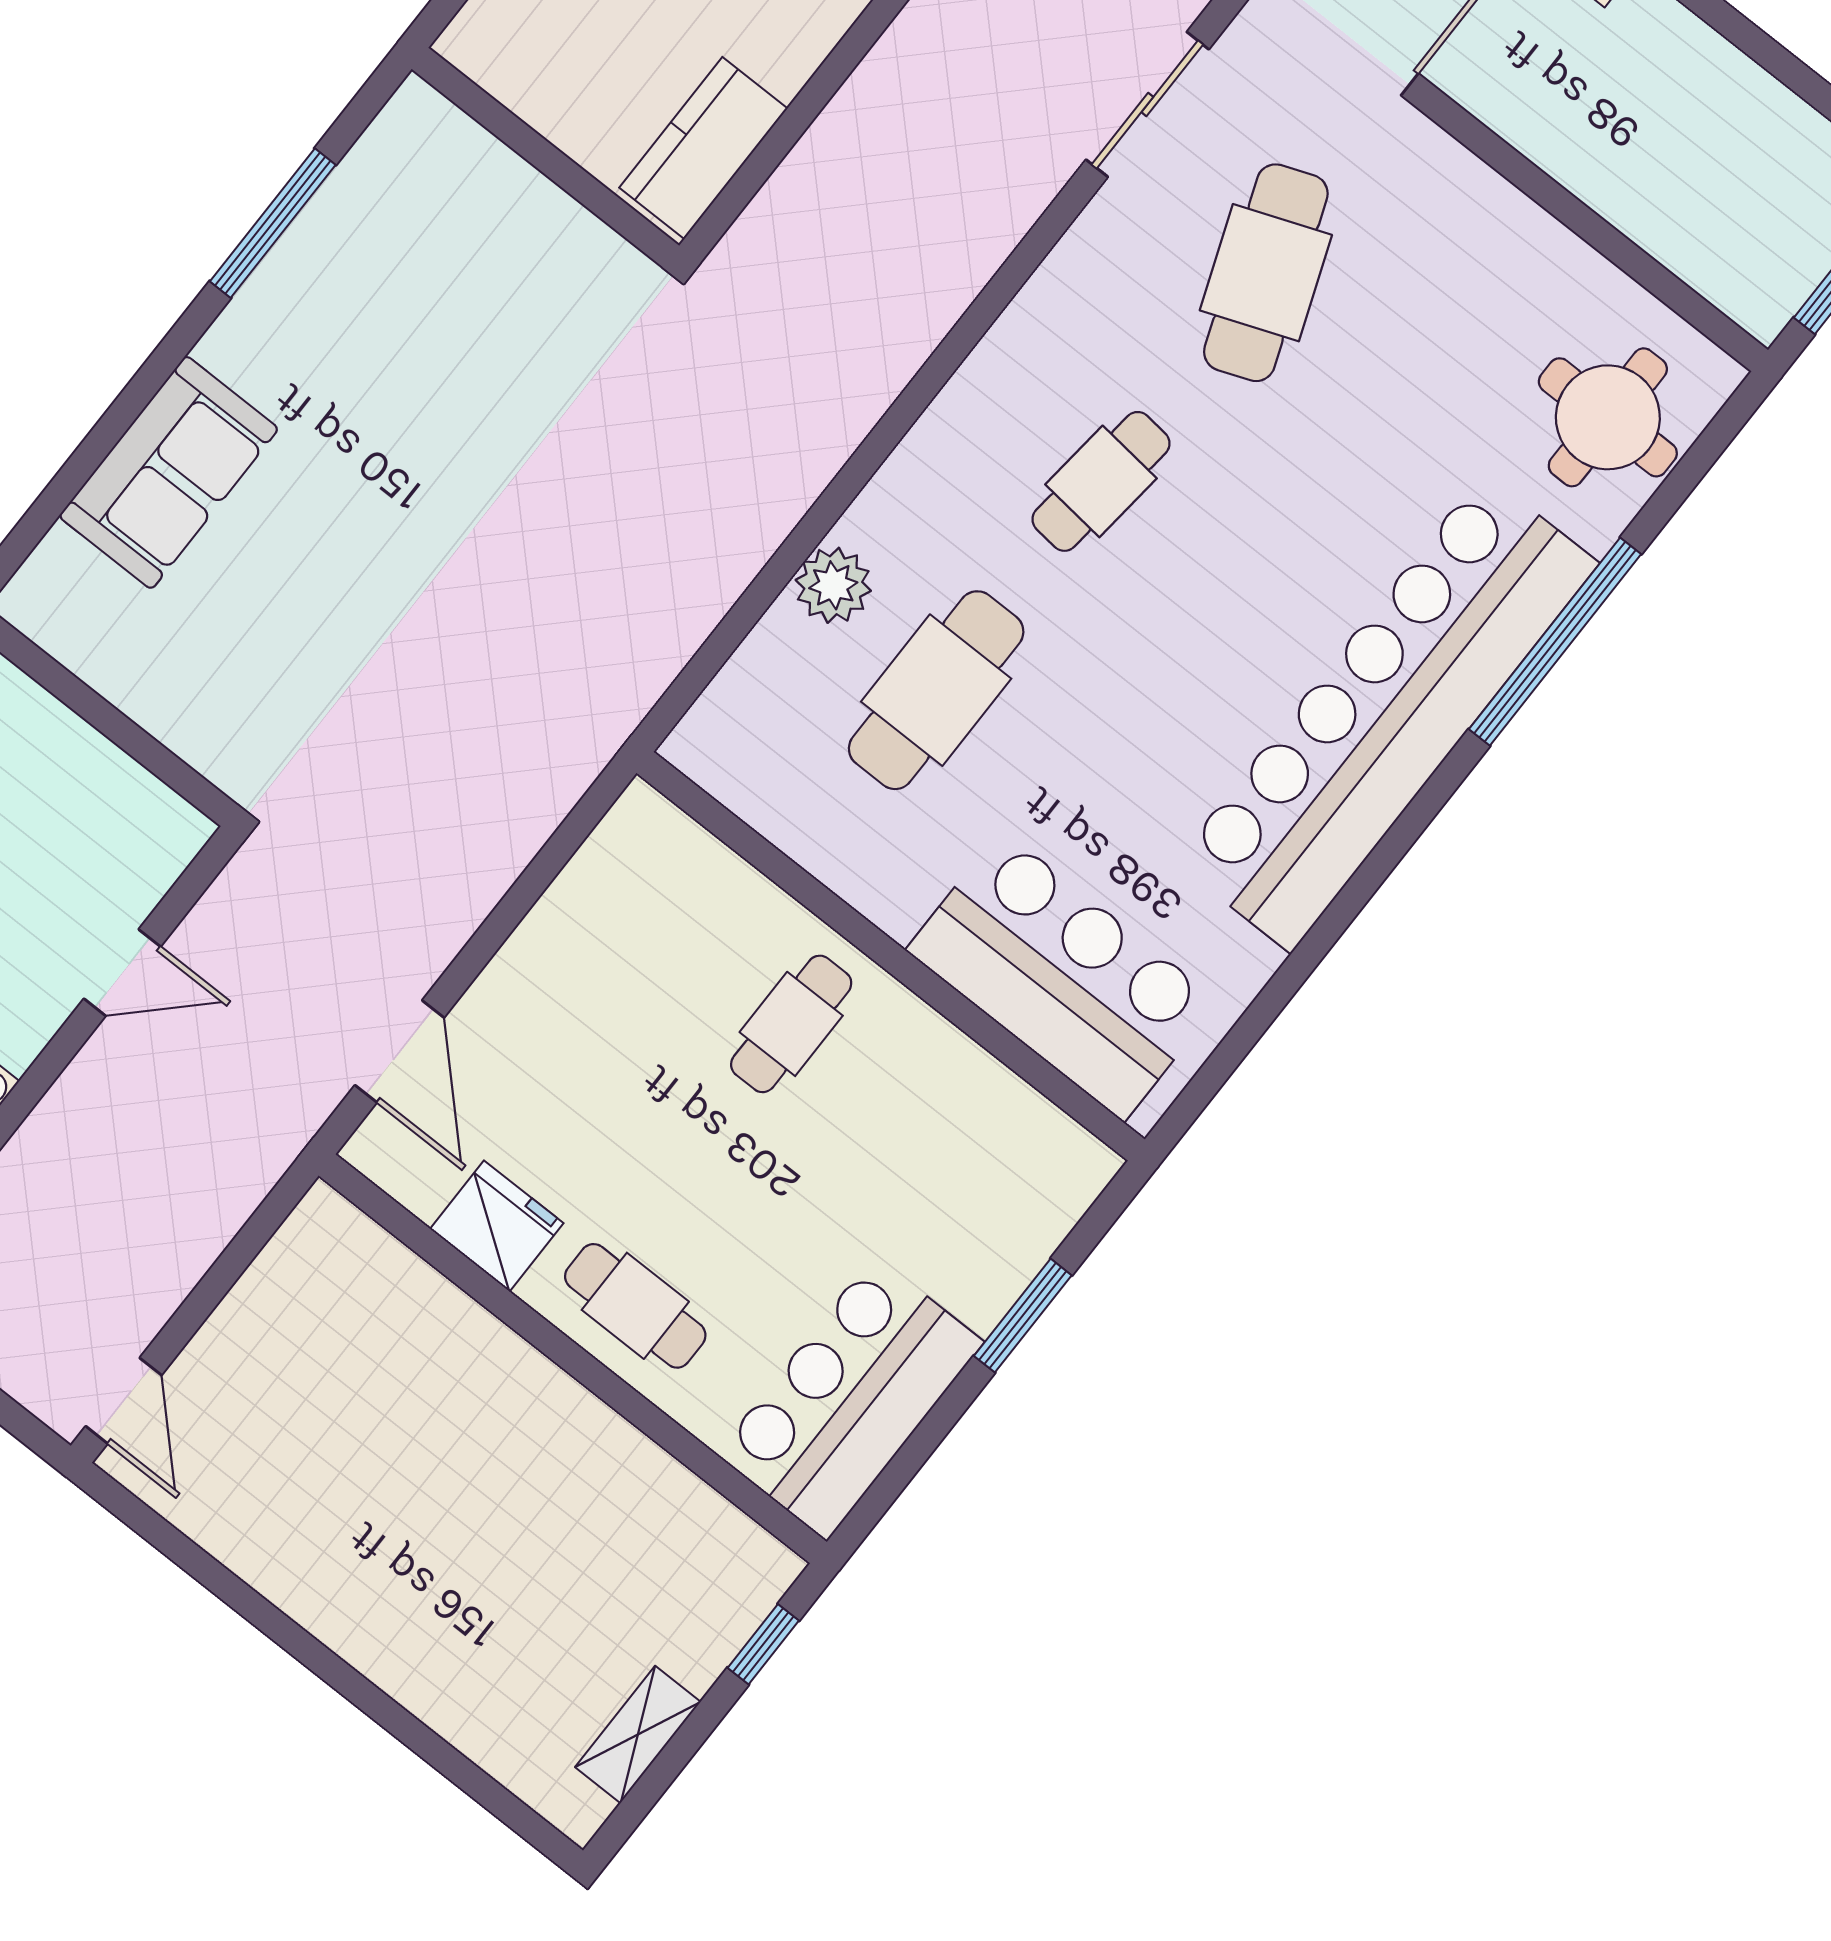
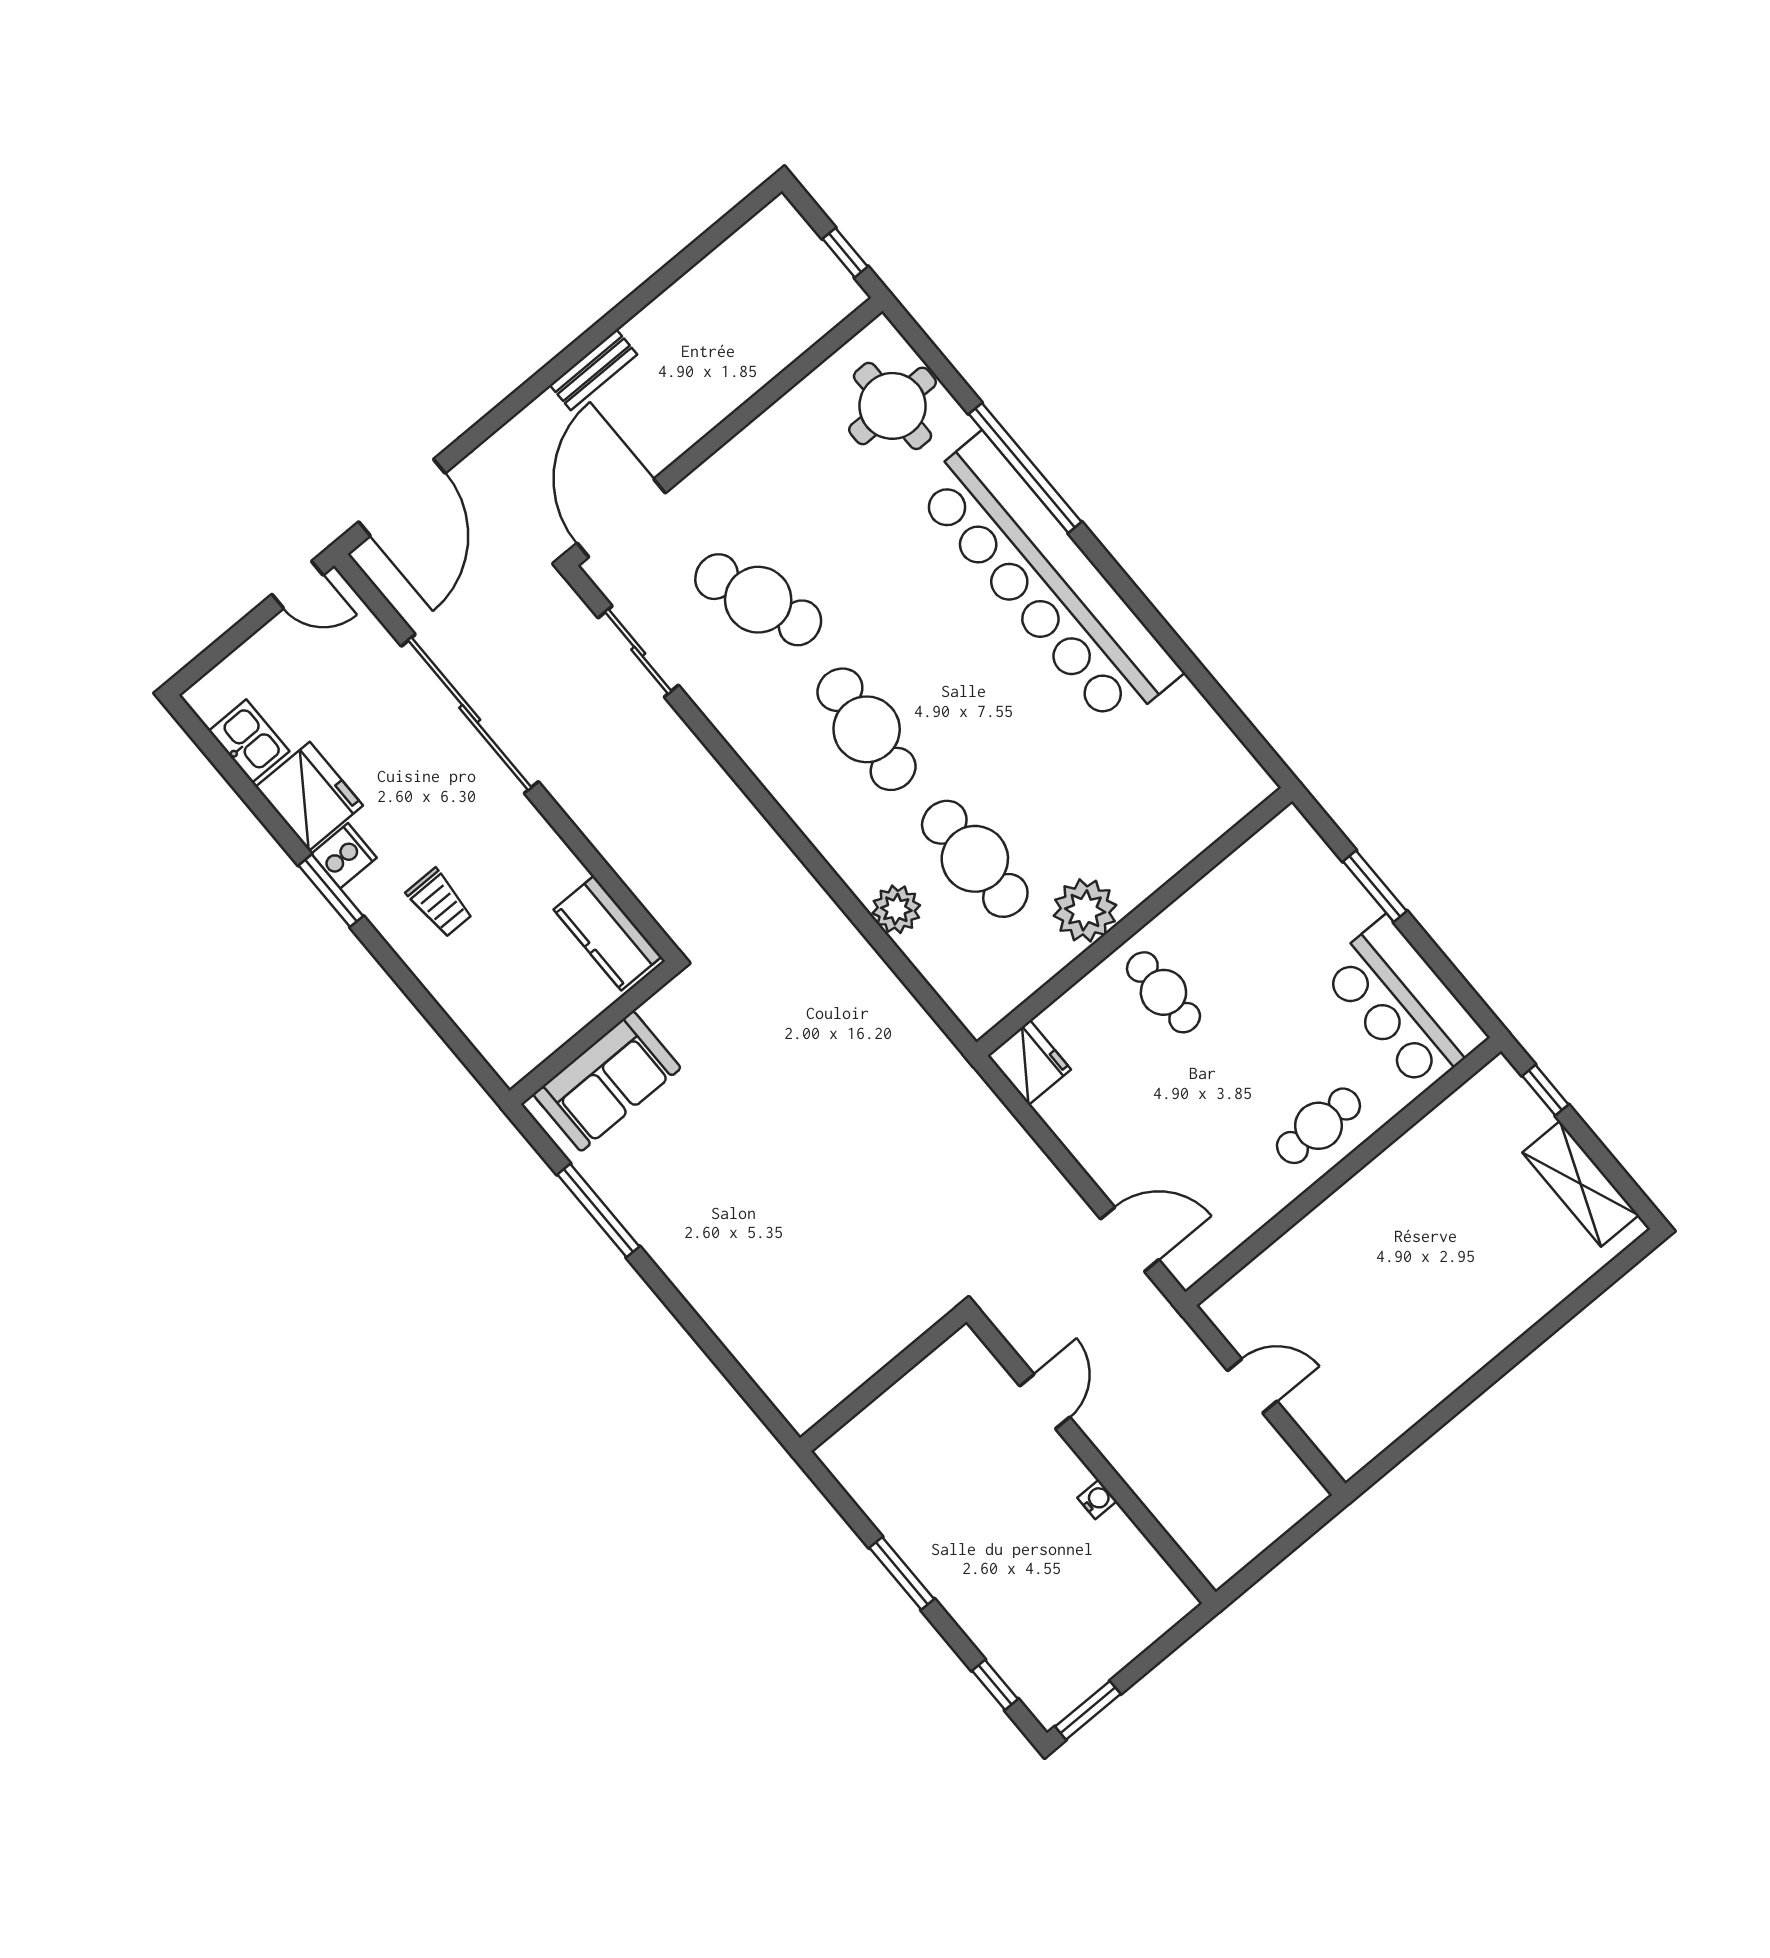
sofa: (169, 472) -> (607, 1081), moved, turned 90
cafe table: (1101, 481) -> (867, 729), width x1.37, depth x1.35
plant: (892, 877) -> (1085, 910), added
bar counter: (1062, 976) -> (1169, 817), removed
fridge: (497, 1226) -> (1029, 1063), moved, turned 90
door: (124, 1401) -> (1252, 1386), moved
shelving: (638, 1734) -> (1581, 1184), width x1.50, depth x1.33

